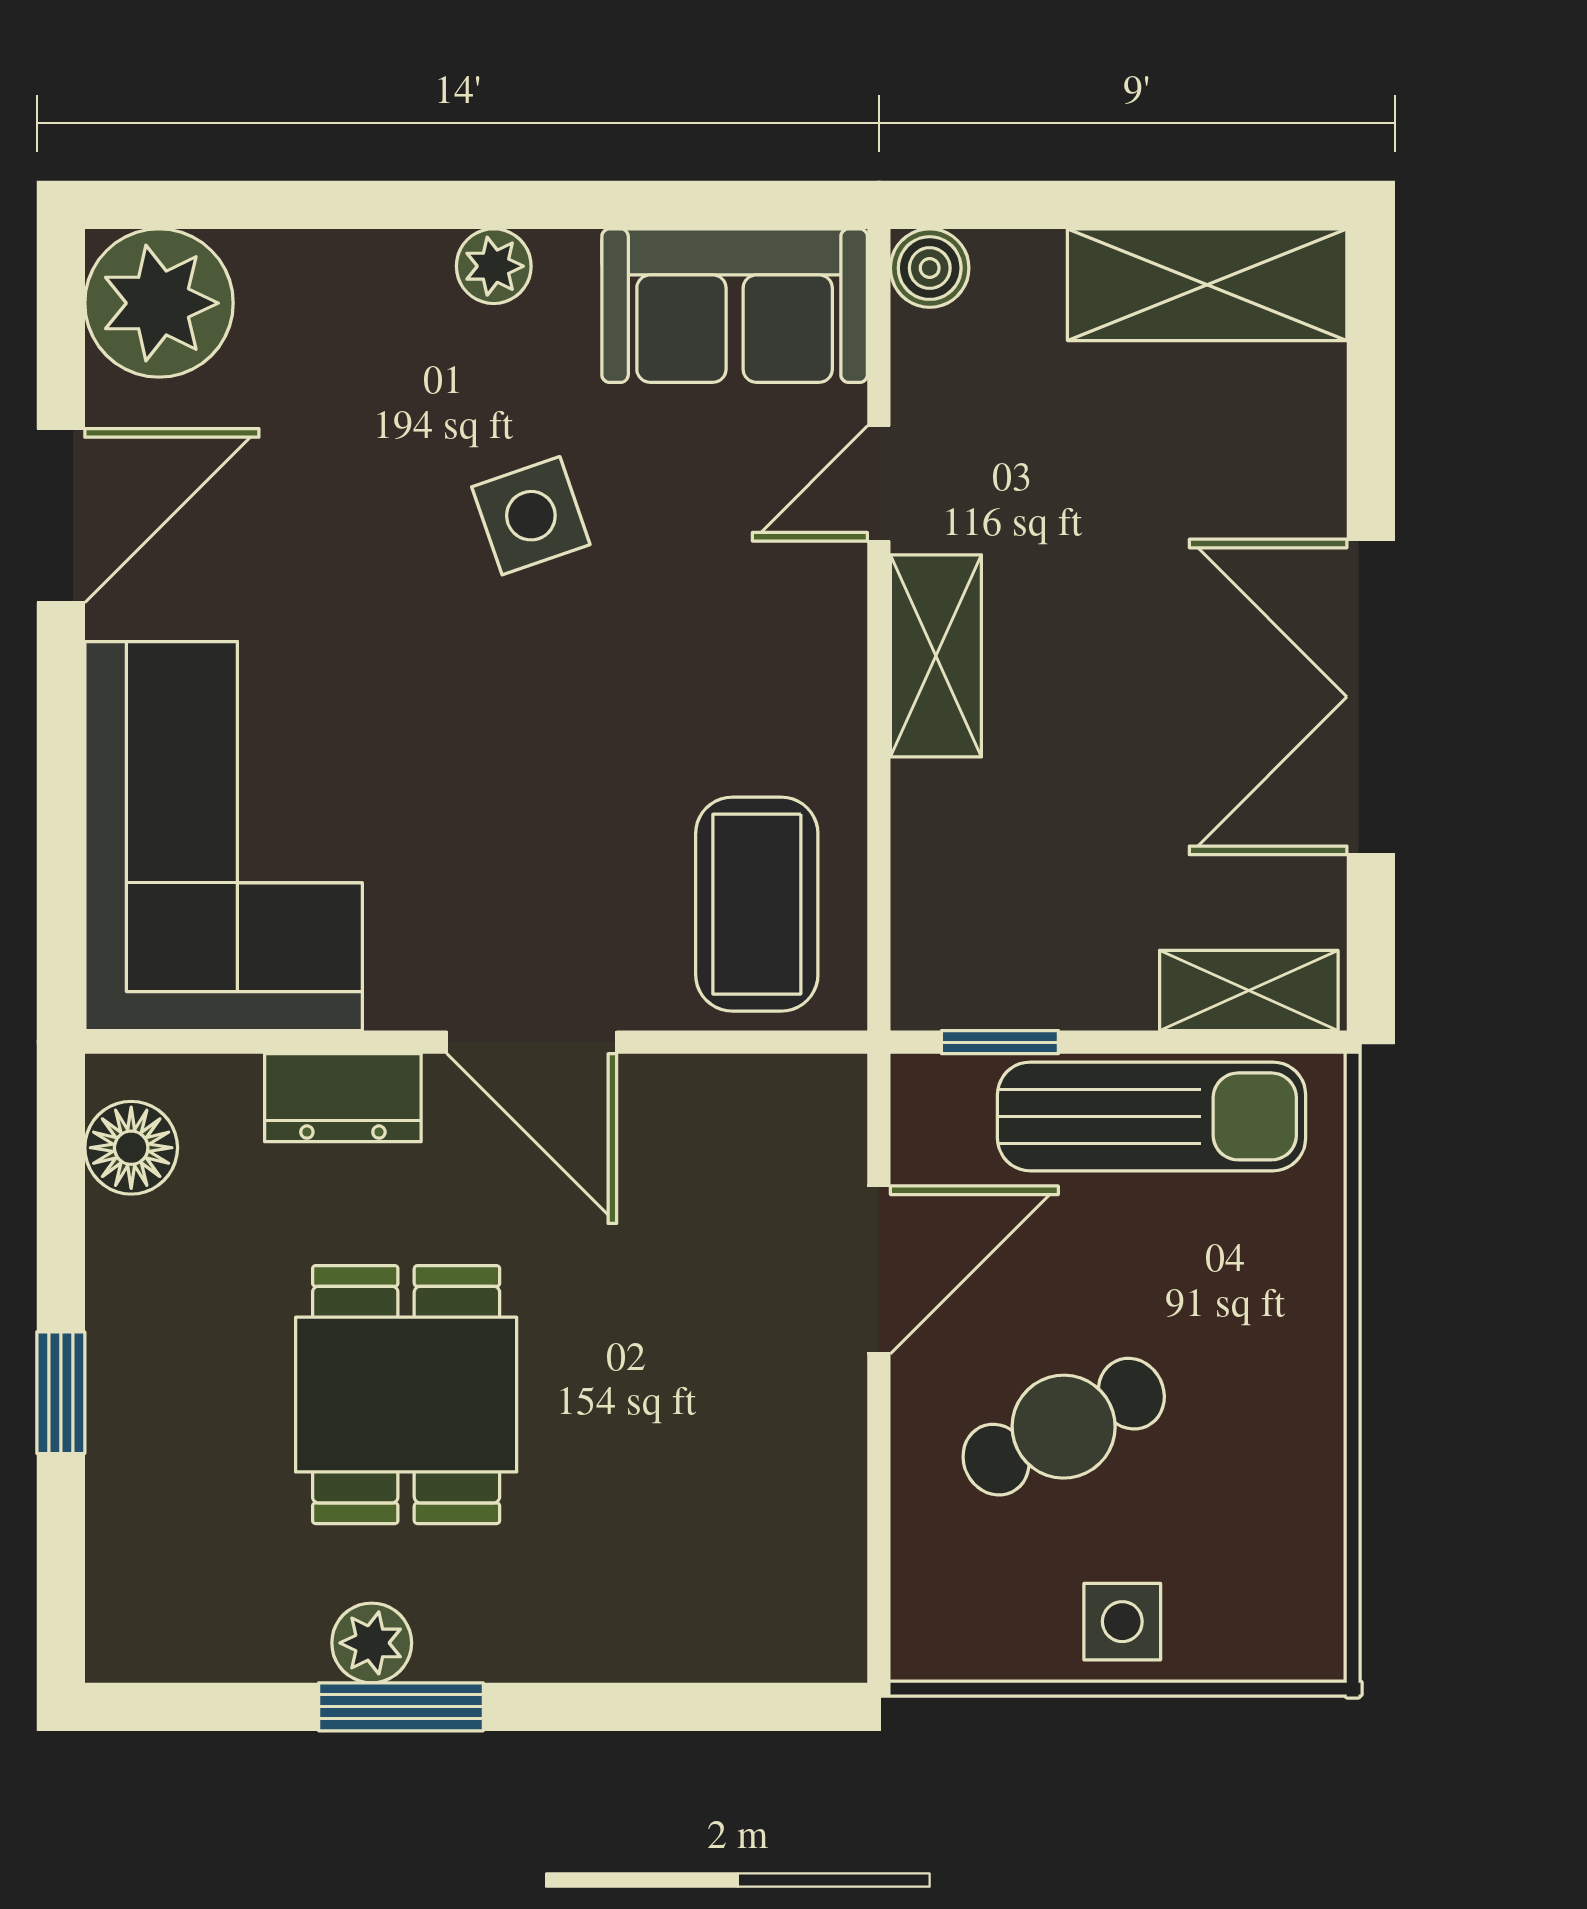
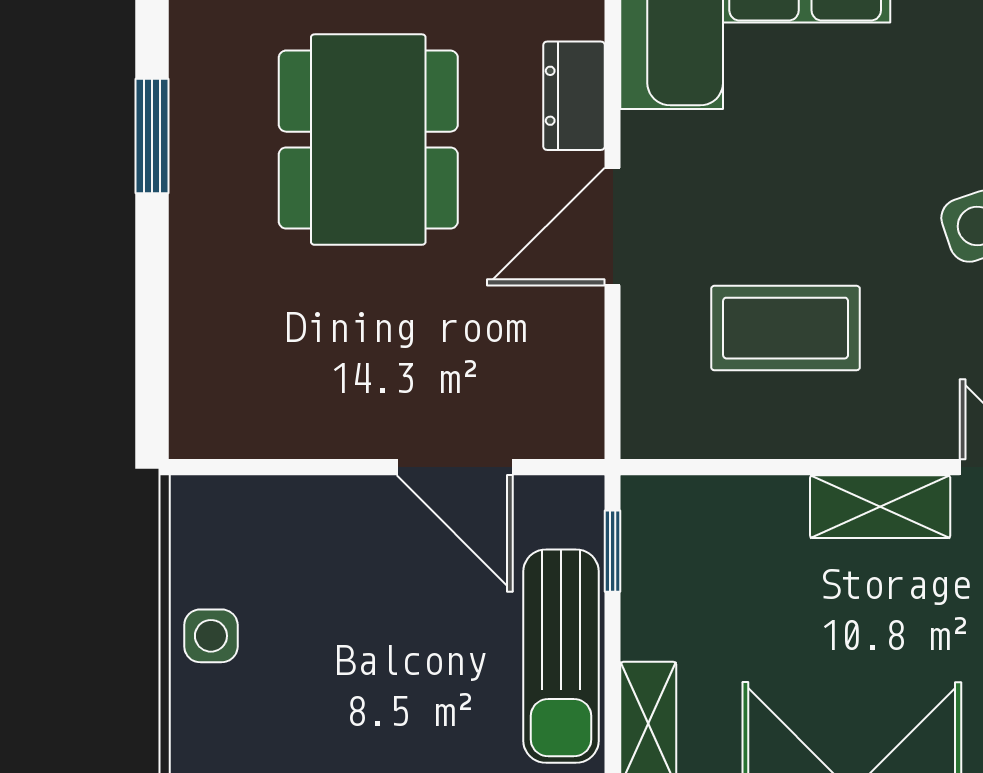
coffee table: (757, 904) -> (786, 328), moved
dining table: (406, 1395) -> (368, 140), width x1.38
cafe table: (1064, 1427) -> (346, 595), removed
plant: (372, 1643) -> (196, 116), removed

